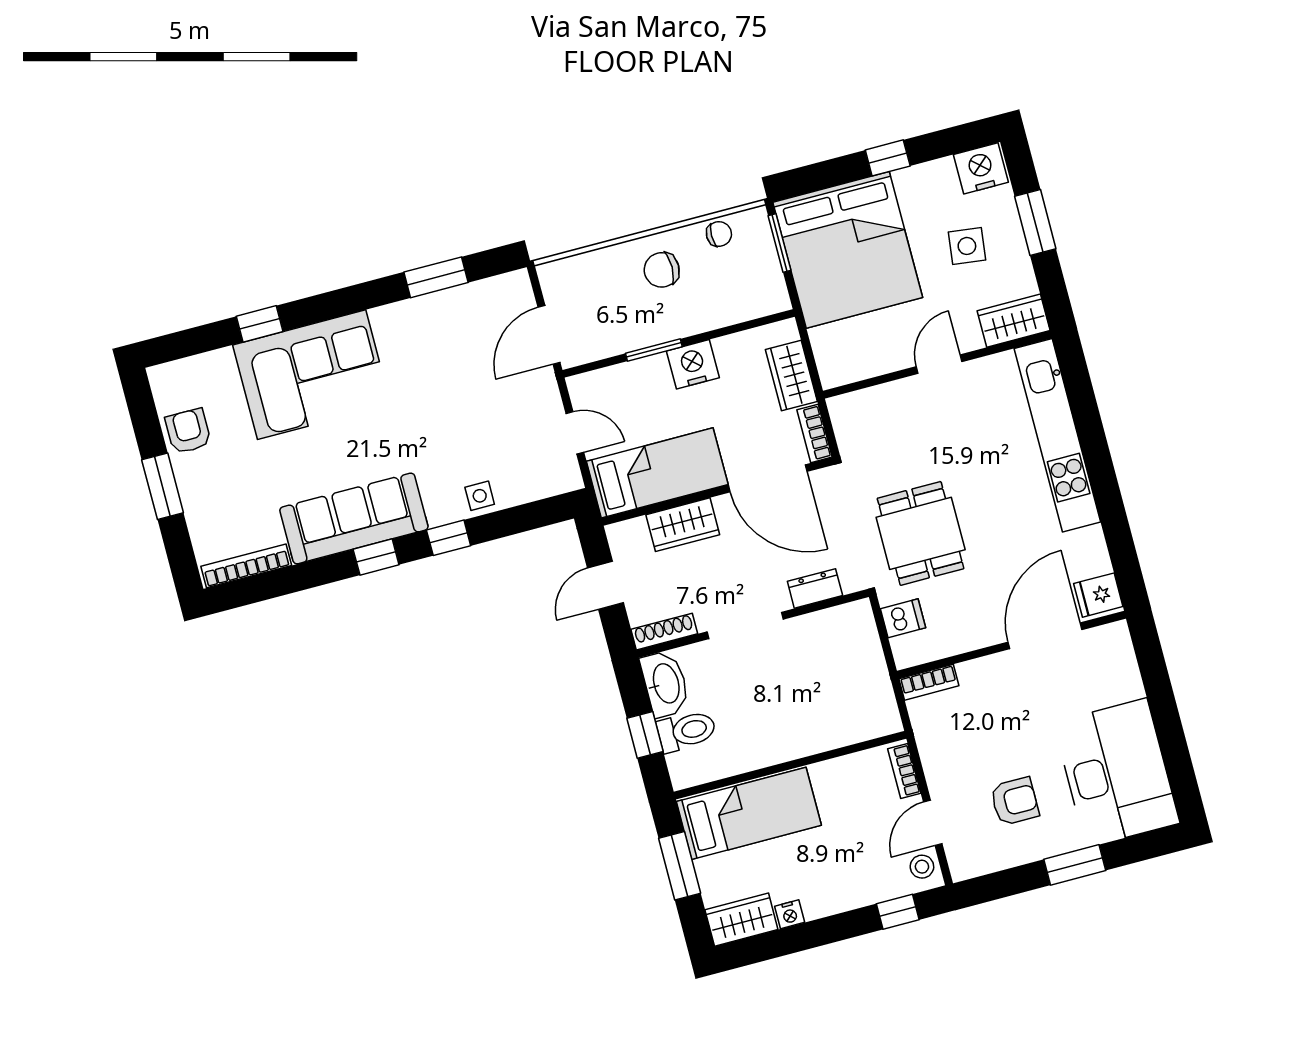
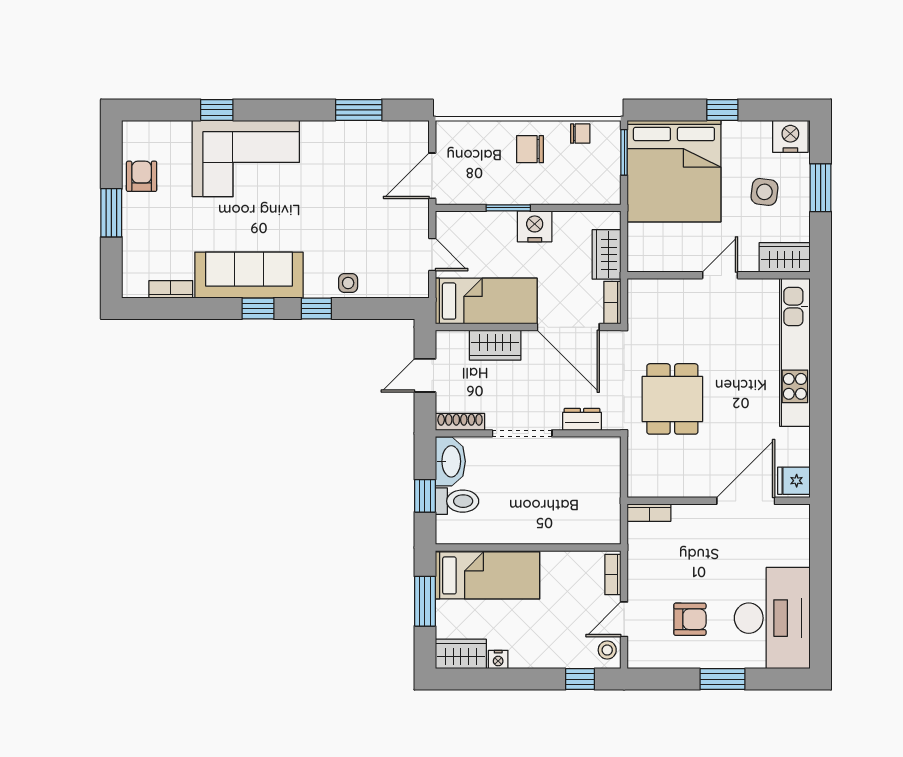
bookcase: (246, 566) -> (171, 289), width x0.64
dishwasher: (903, 618) -> (642, 459), removed

